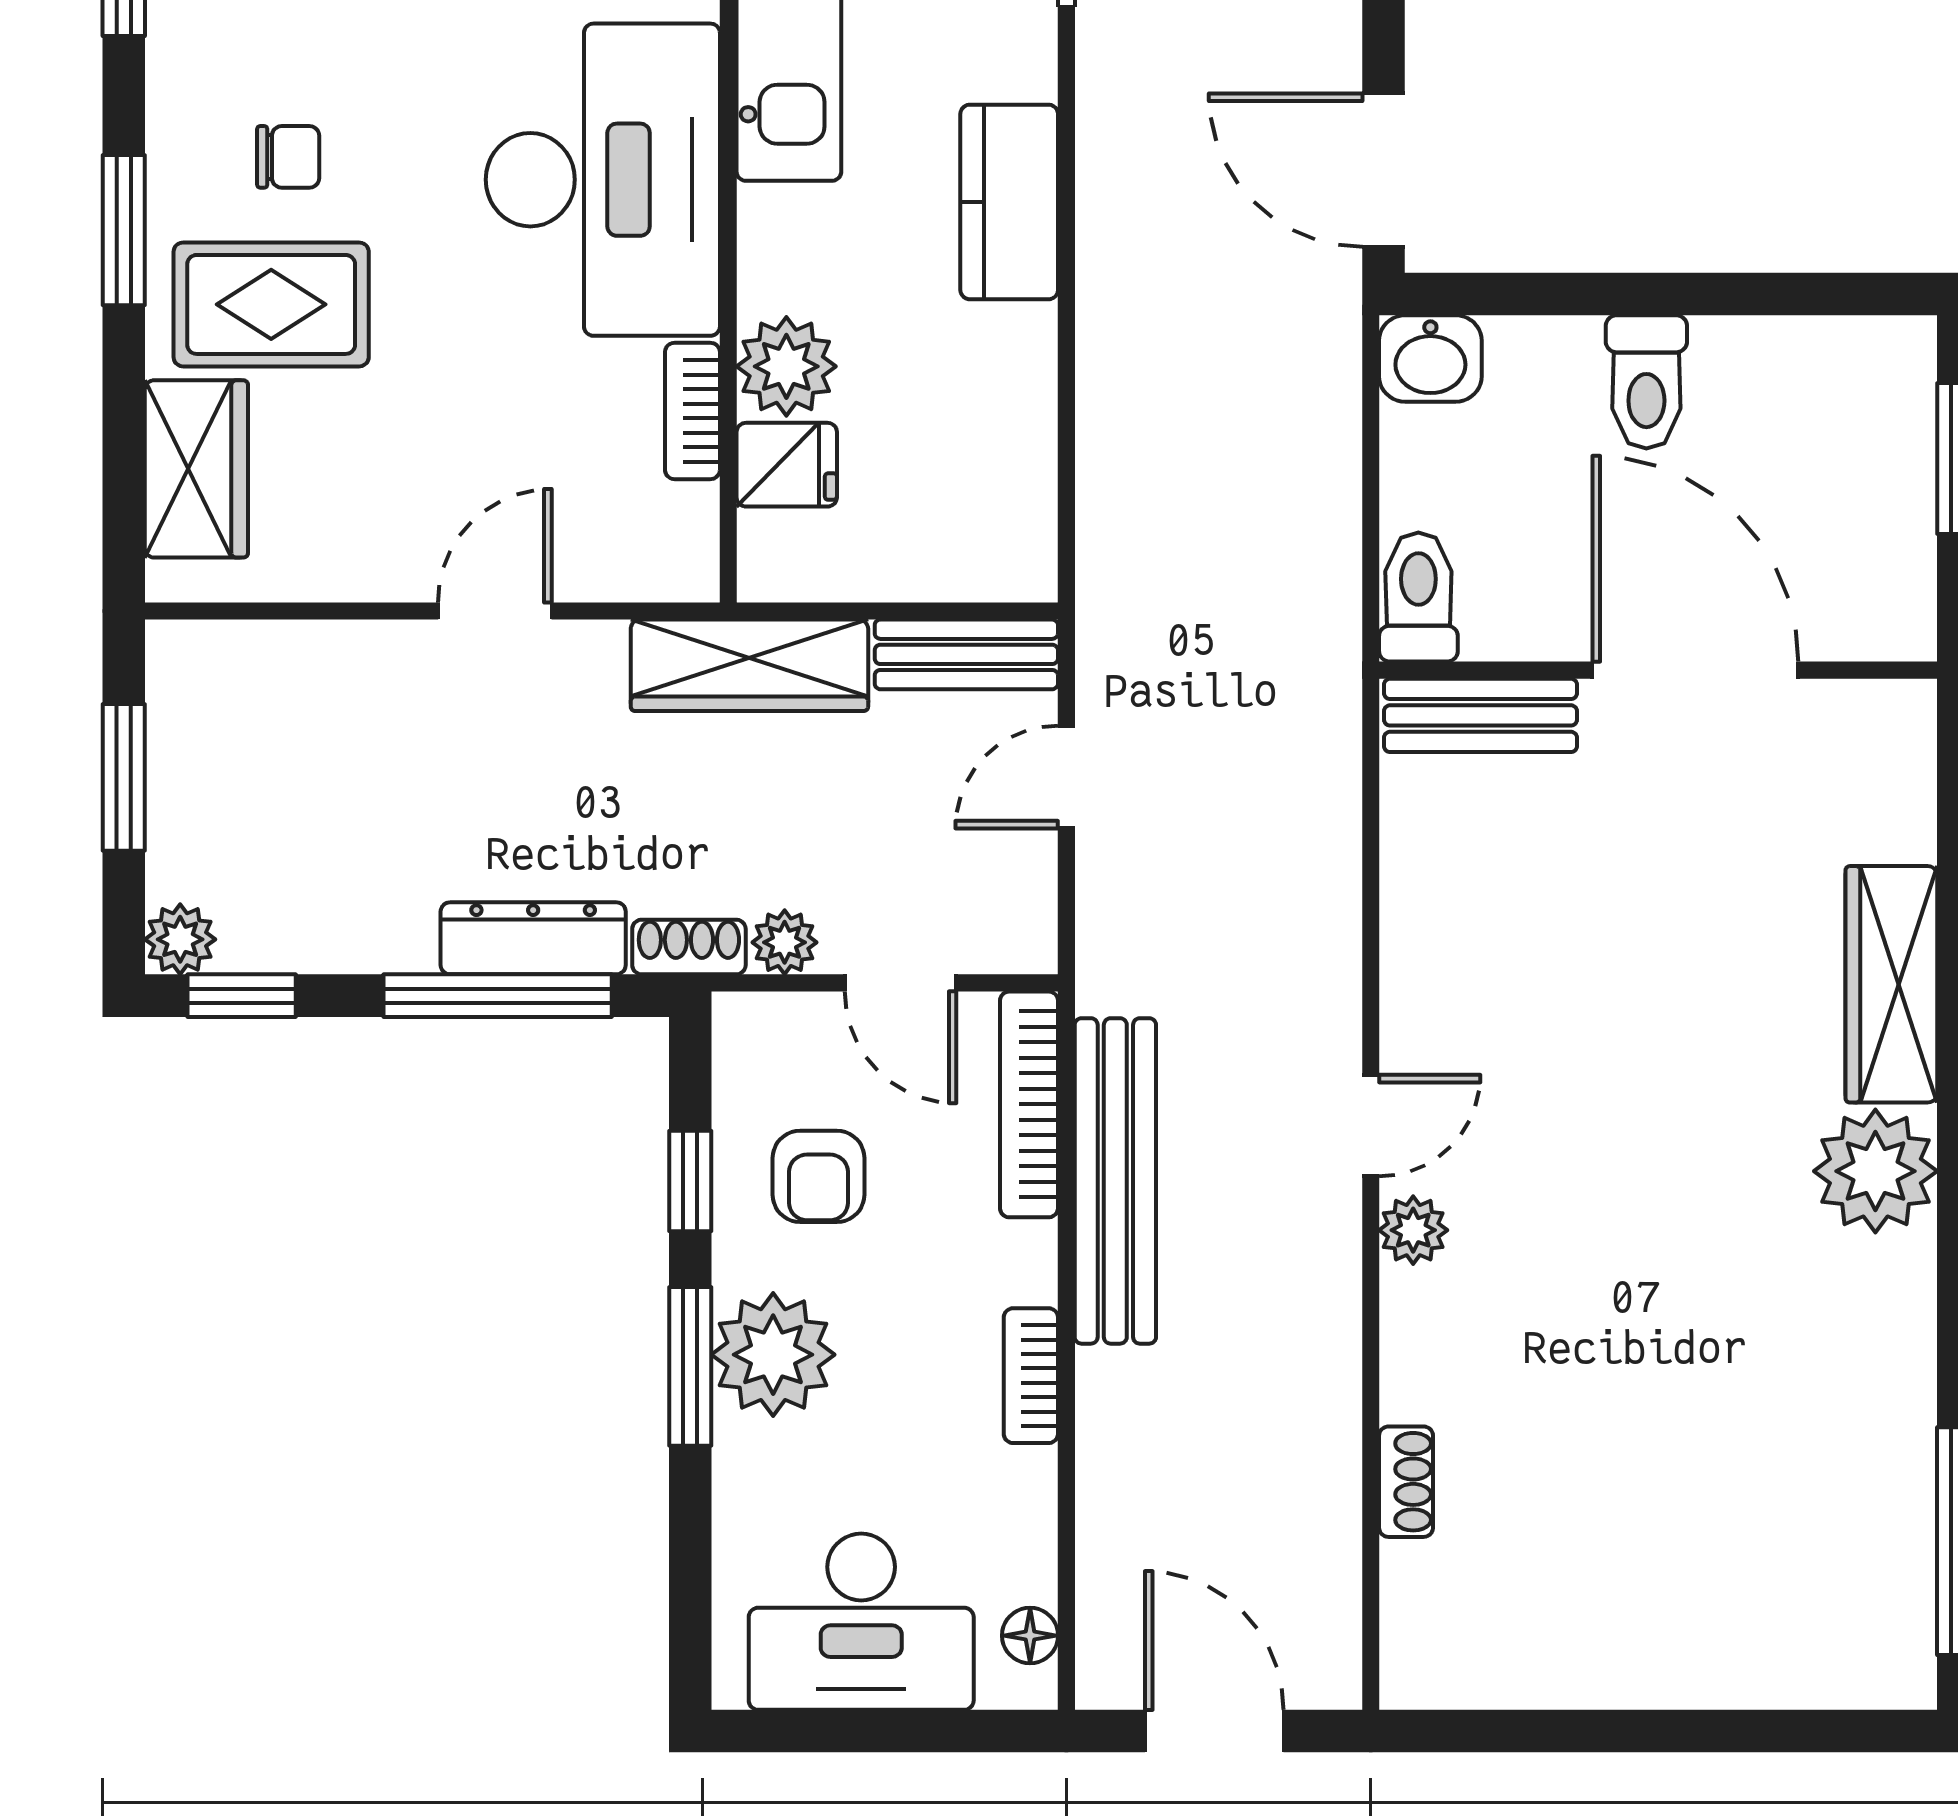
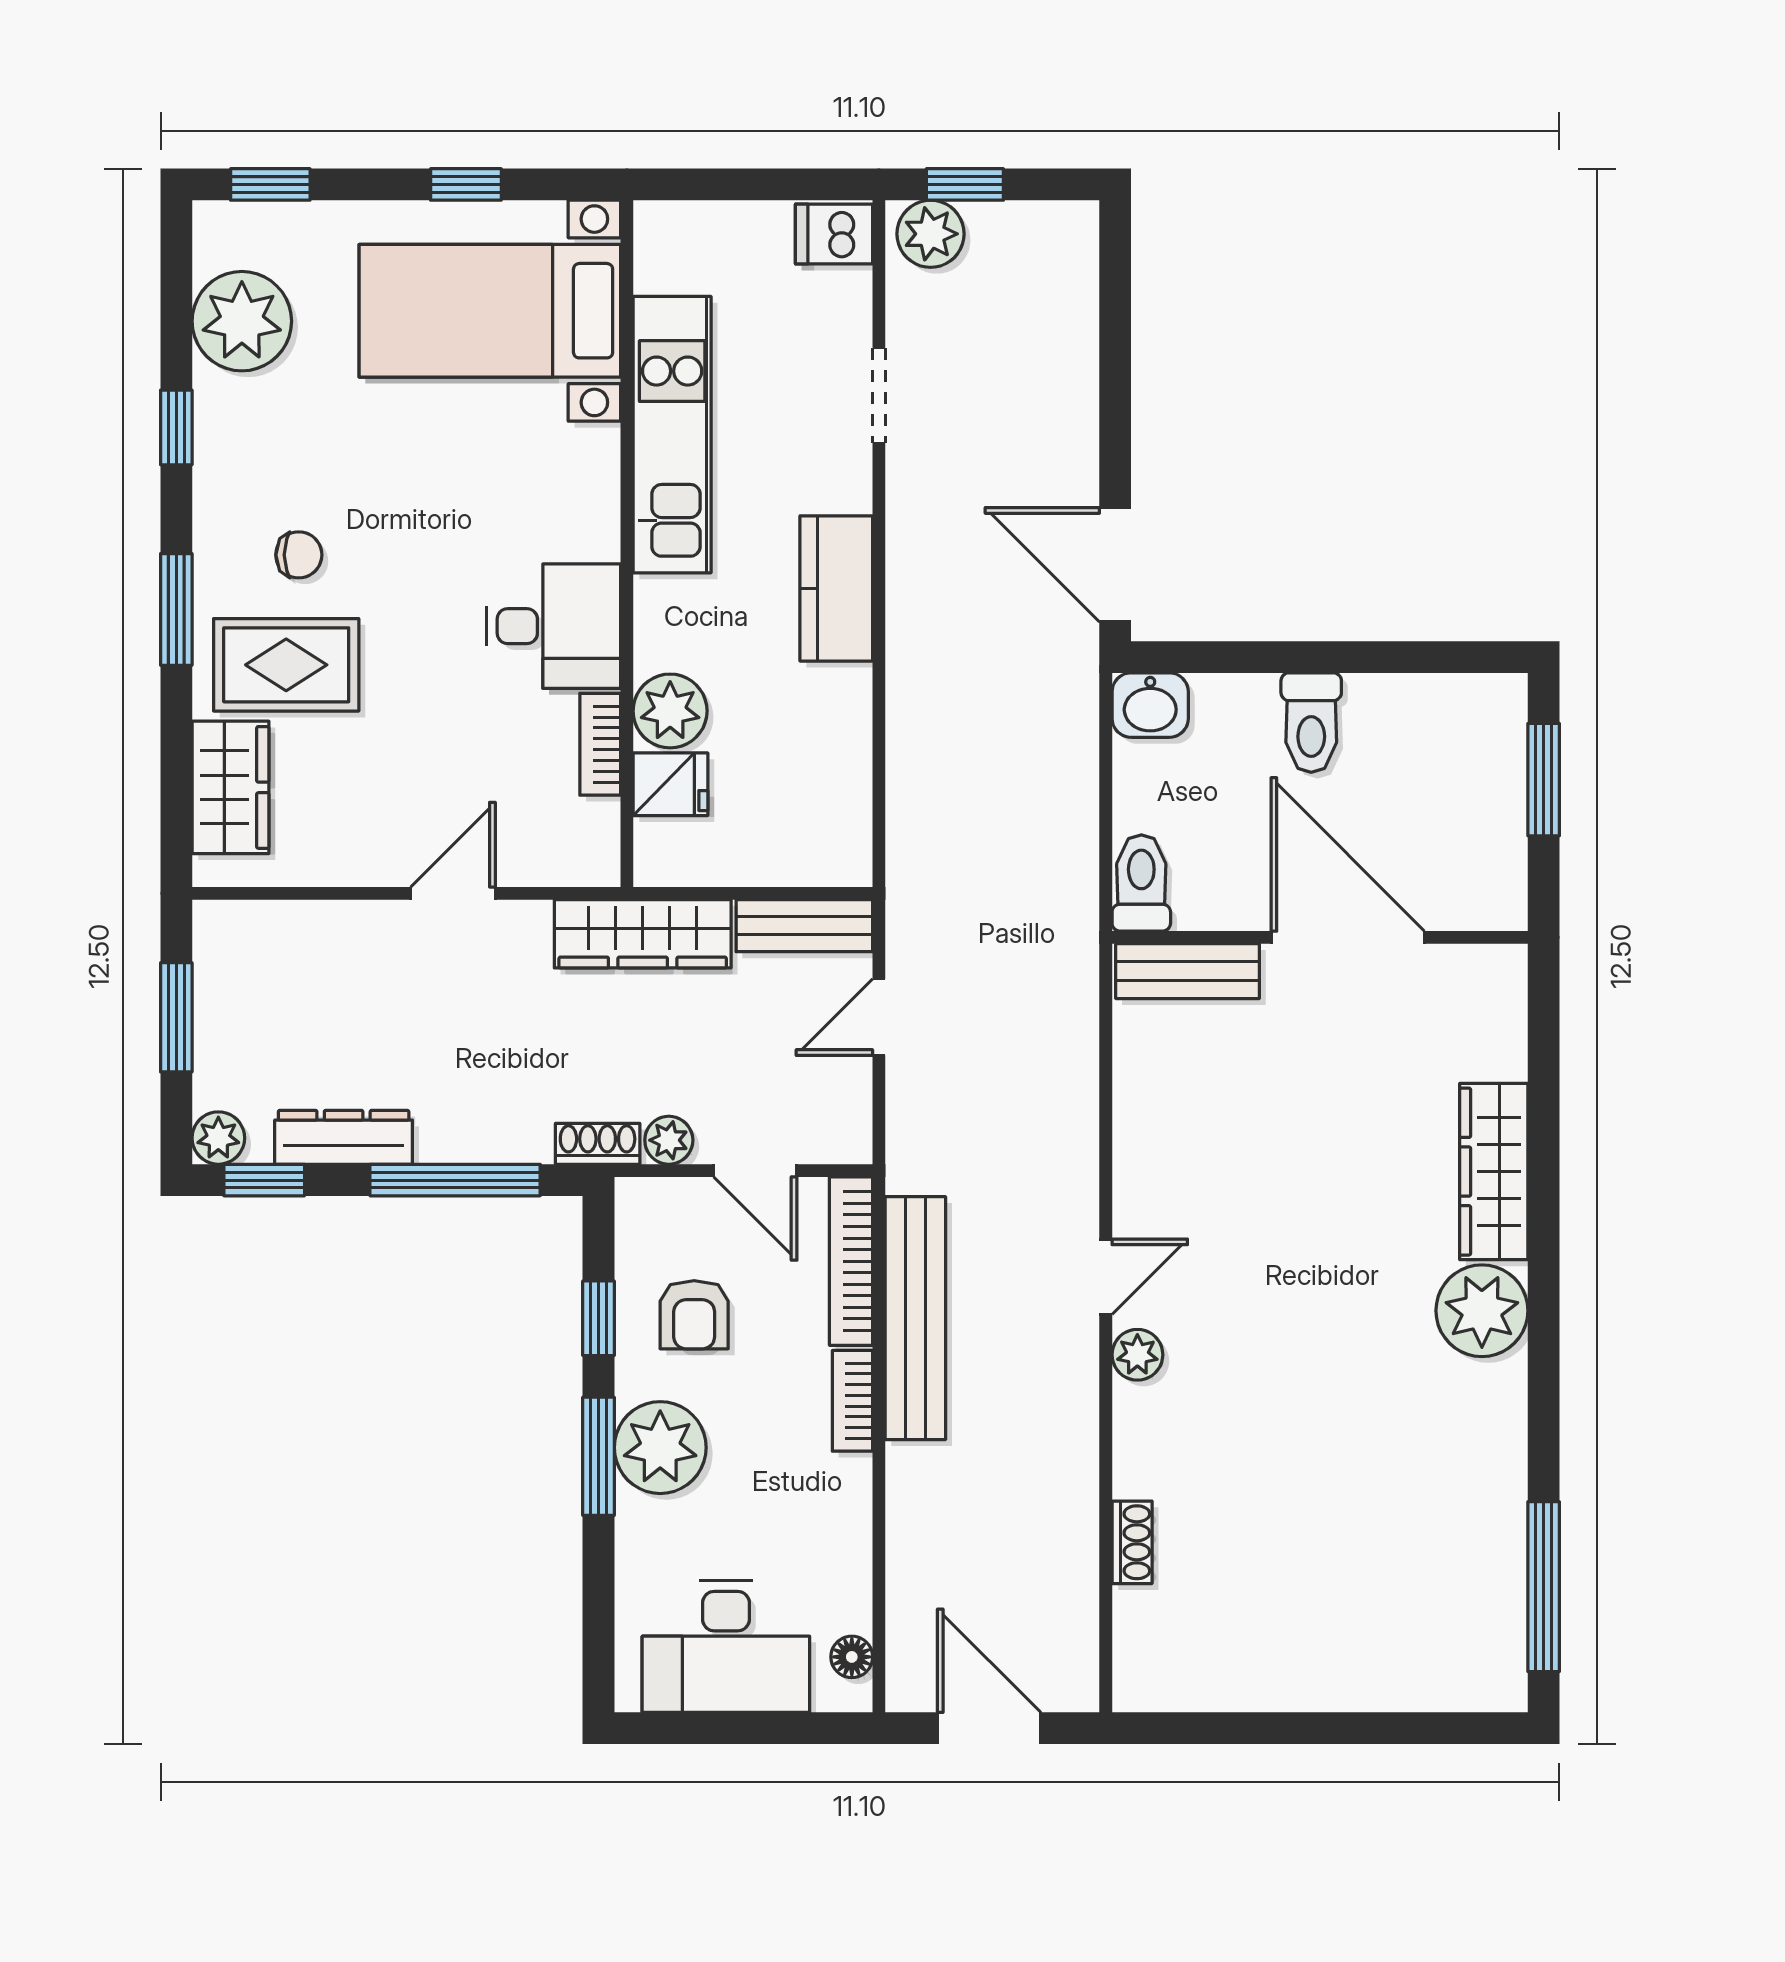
desk: (603, 180) -> (553, 626), width x0.53, depth x0.77
dresser: (533, 938) -> (344, 1137), moved
bookcase: (1031, 1376) -> (852, 1401), moved

